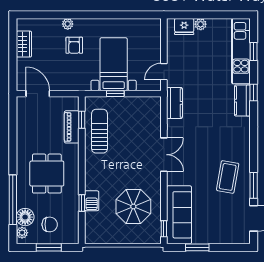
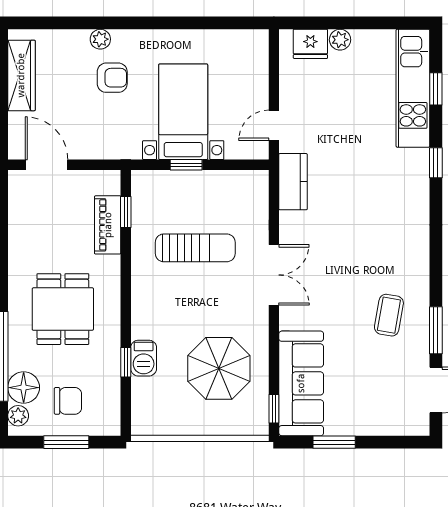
wardrobe: (24, 44) -> (21, 75), width x1.50
armchair: (74, 45) -> (112, 78), turned -90
kitchen counter: (242, 101) -> (415, 177), removed
sun lounger: (99, 131) -> (195, 248), moved, turned 90
coffee table: (228, 177) -> (389, 315), width x0.73, depth x0.77

